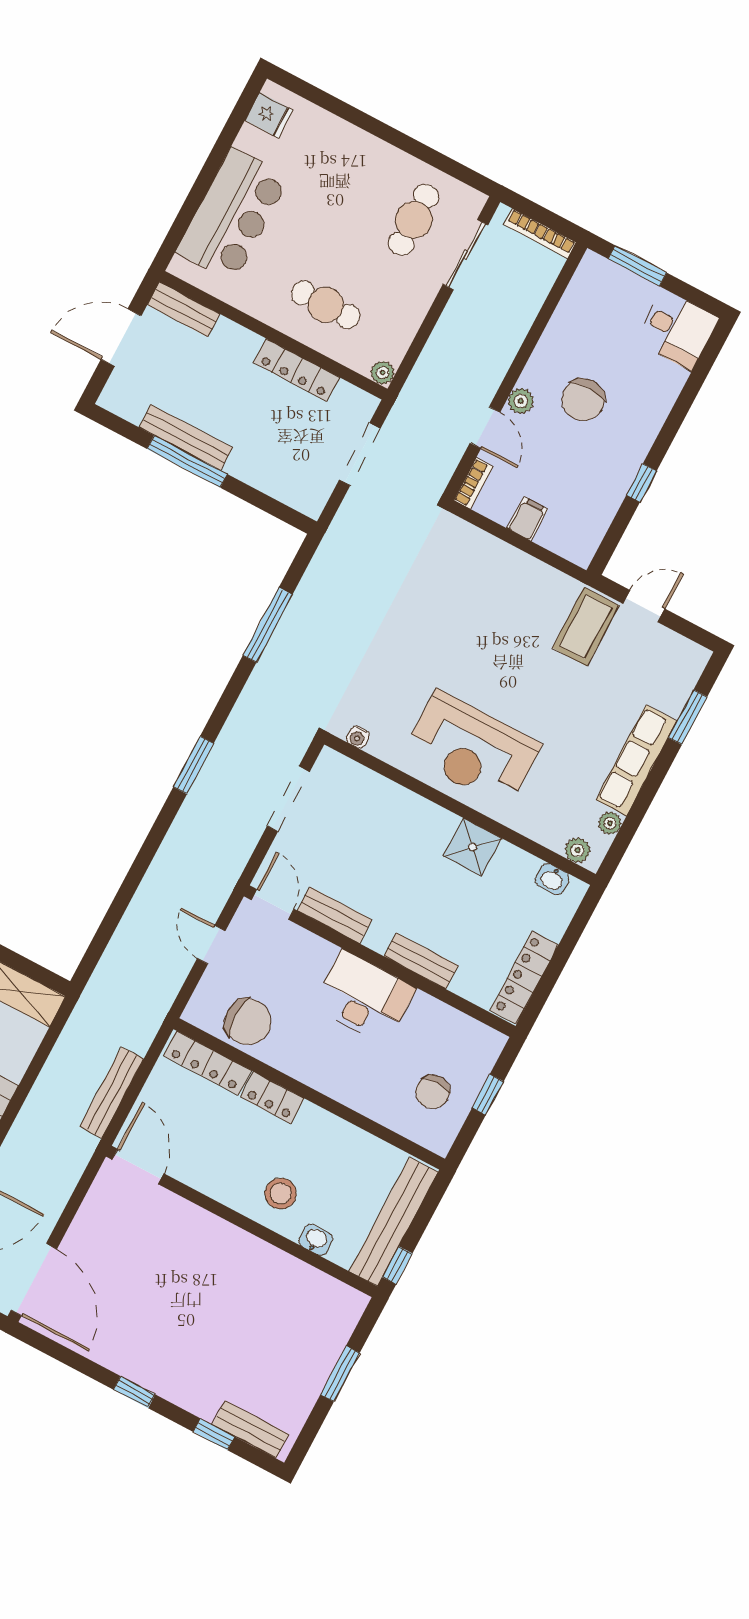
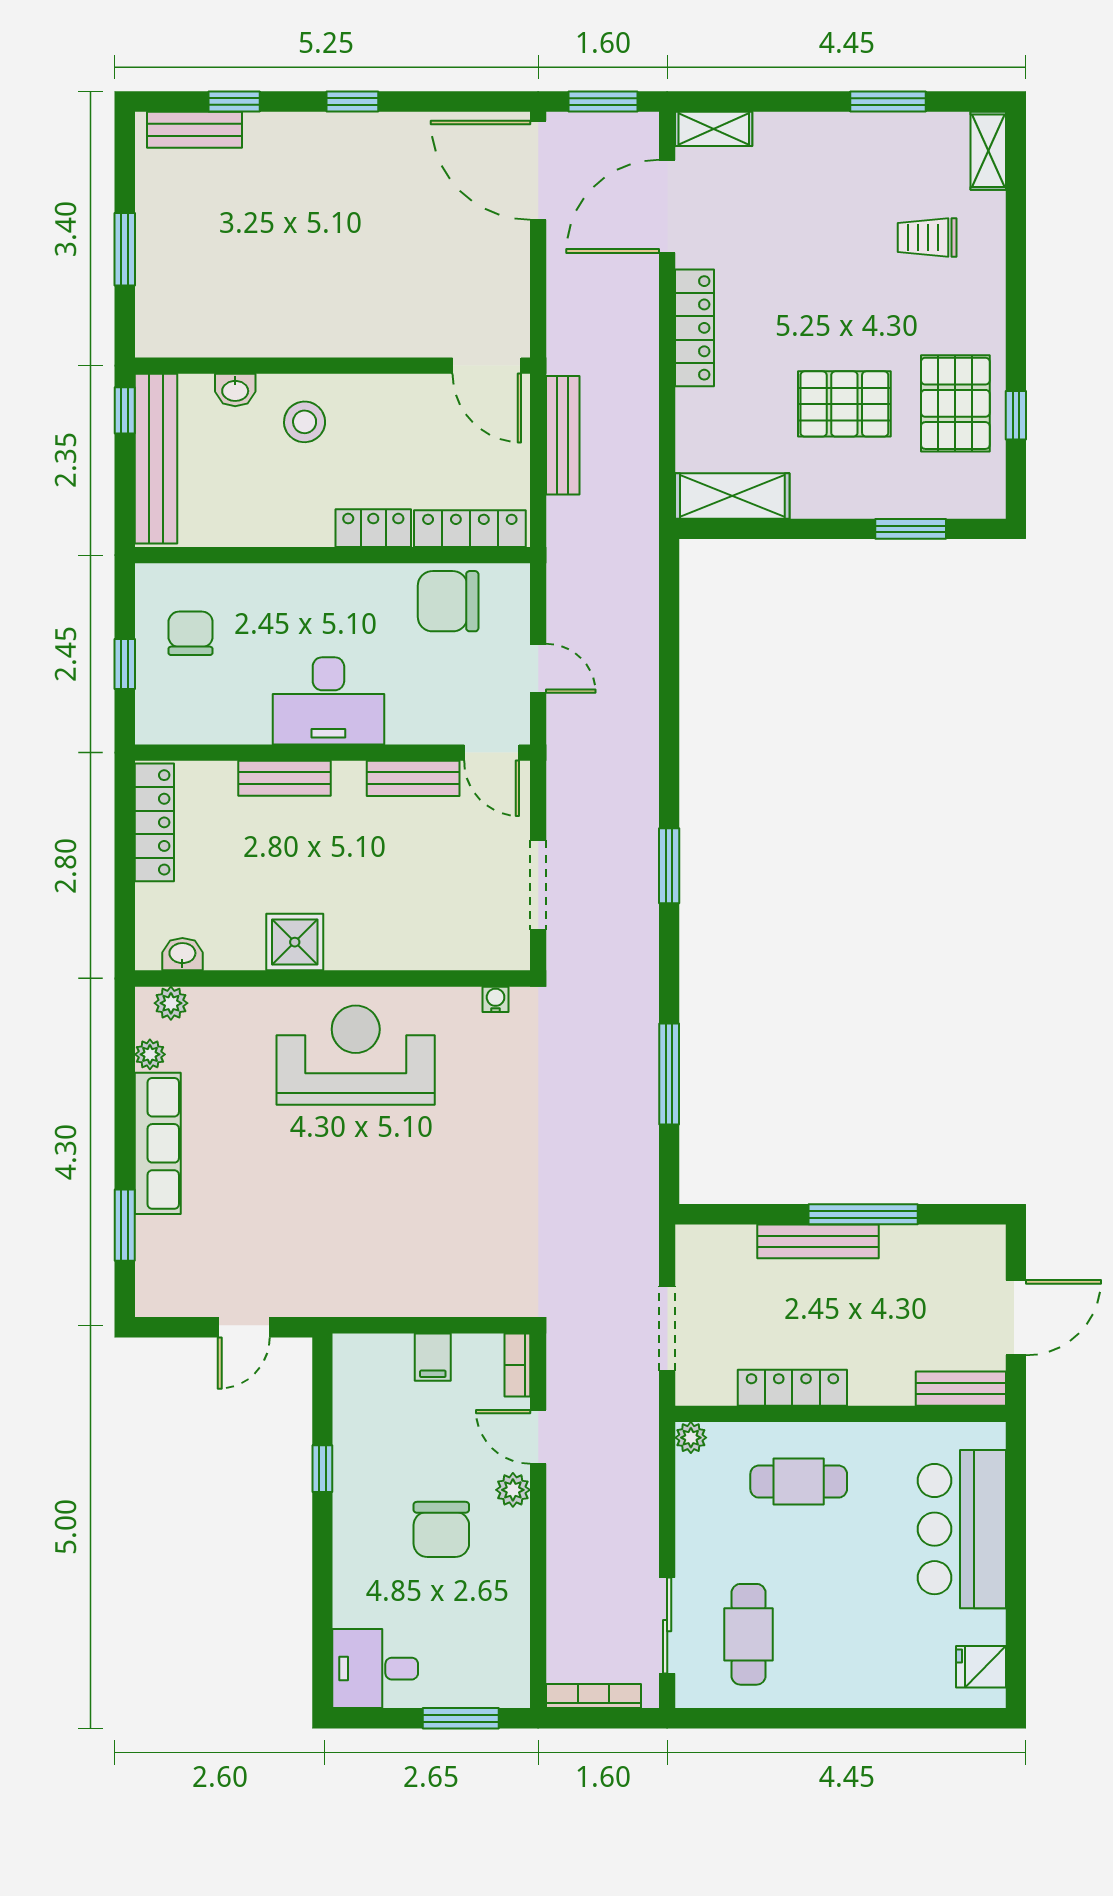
chair: (583, 400) -> (441, 1529), turned 180
bench: (186, 437) -> (818, 1241), moved
coffee table: (586, 627) -> (299, 1267), removed

